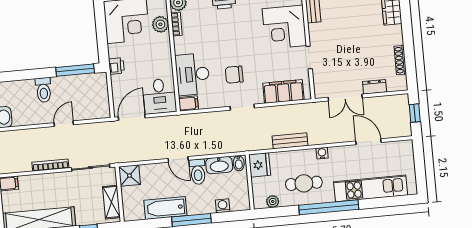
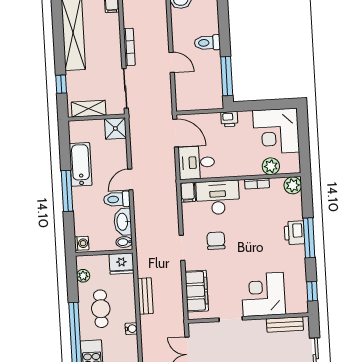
bookcase: (176, 24) -> (257, 184), moved
washing machine: (223, 206) -> (82, 243), moved

